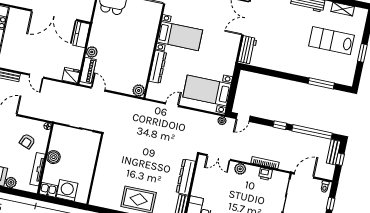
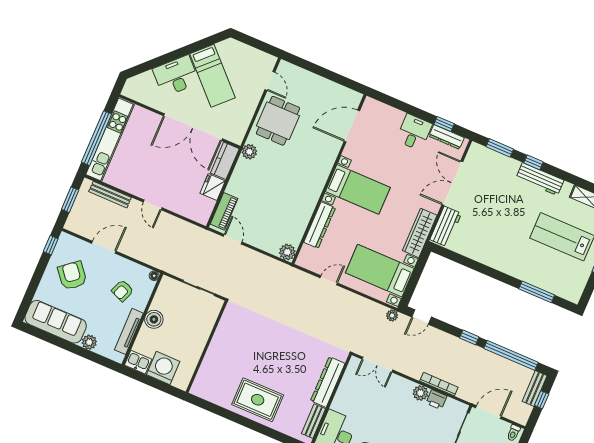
plant: (92, 52) -> (249, 152), moved
wardrobe: (230, 58) -> (420, 233), added
fridge: (71, 75) -> (213, 187), moved, turned -90
plant: (240, 169) -> (420, 393), moved

